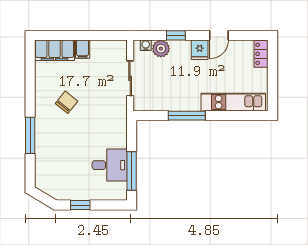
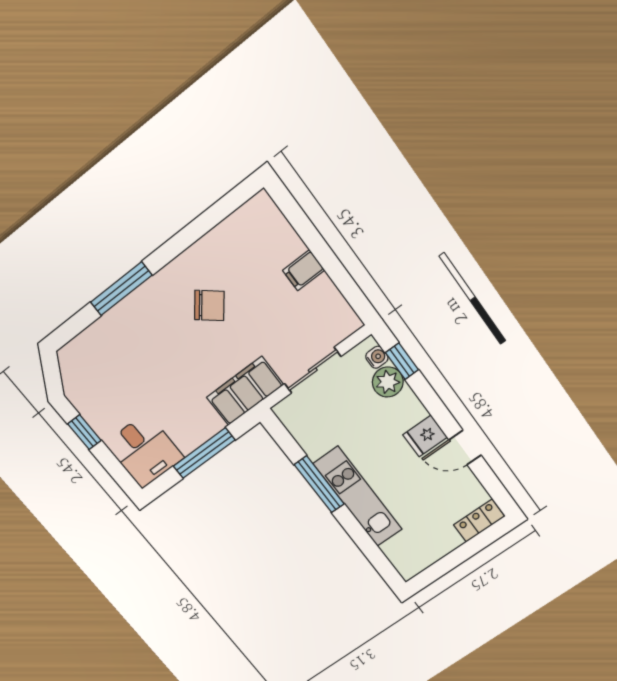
window: (176, 35) -> (402, 361), moved
filing cabinet: (55, 50) -> (245, 391), moved, turned 90
kitchen unit: (233, 102) -> (358, 497), moved
desk: (110, 165) -> (144, 451), moved
window: (132, 171) -> (204, 453), moved

